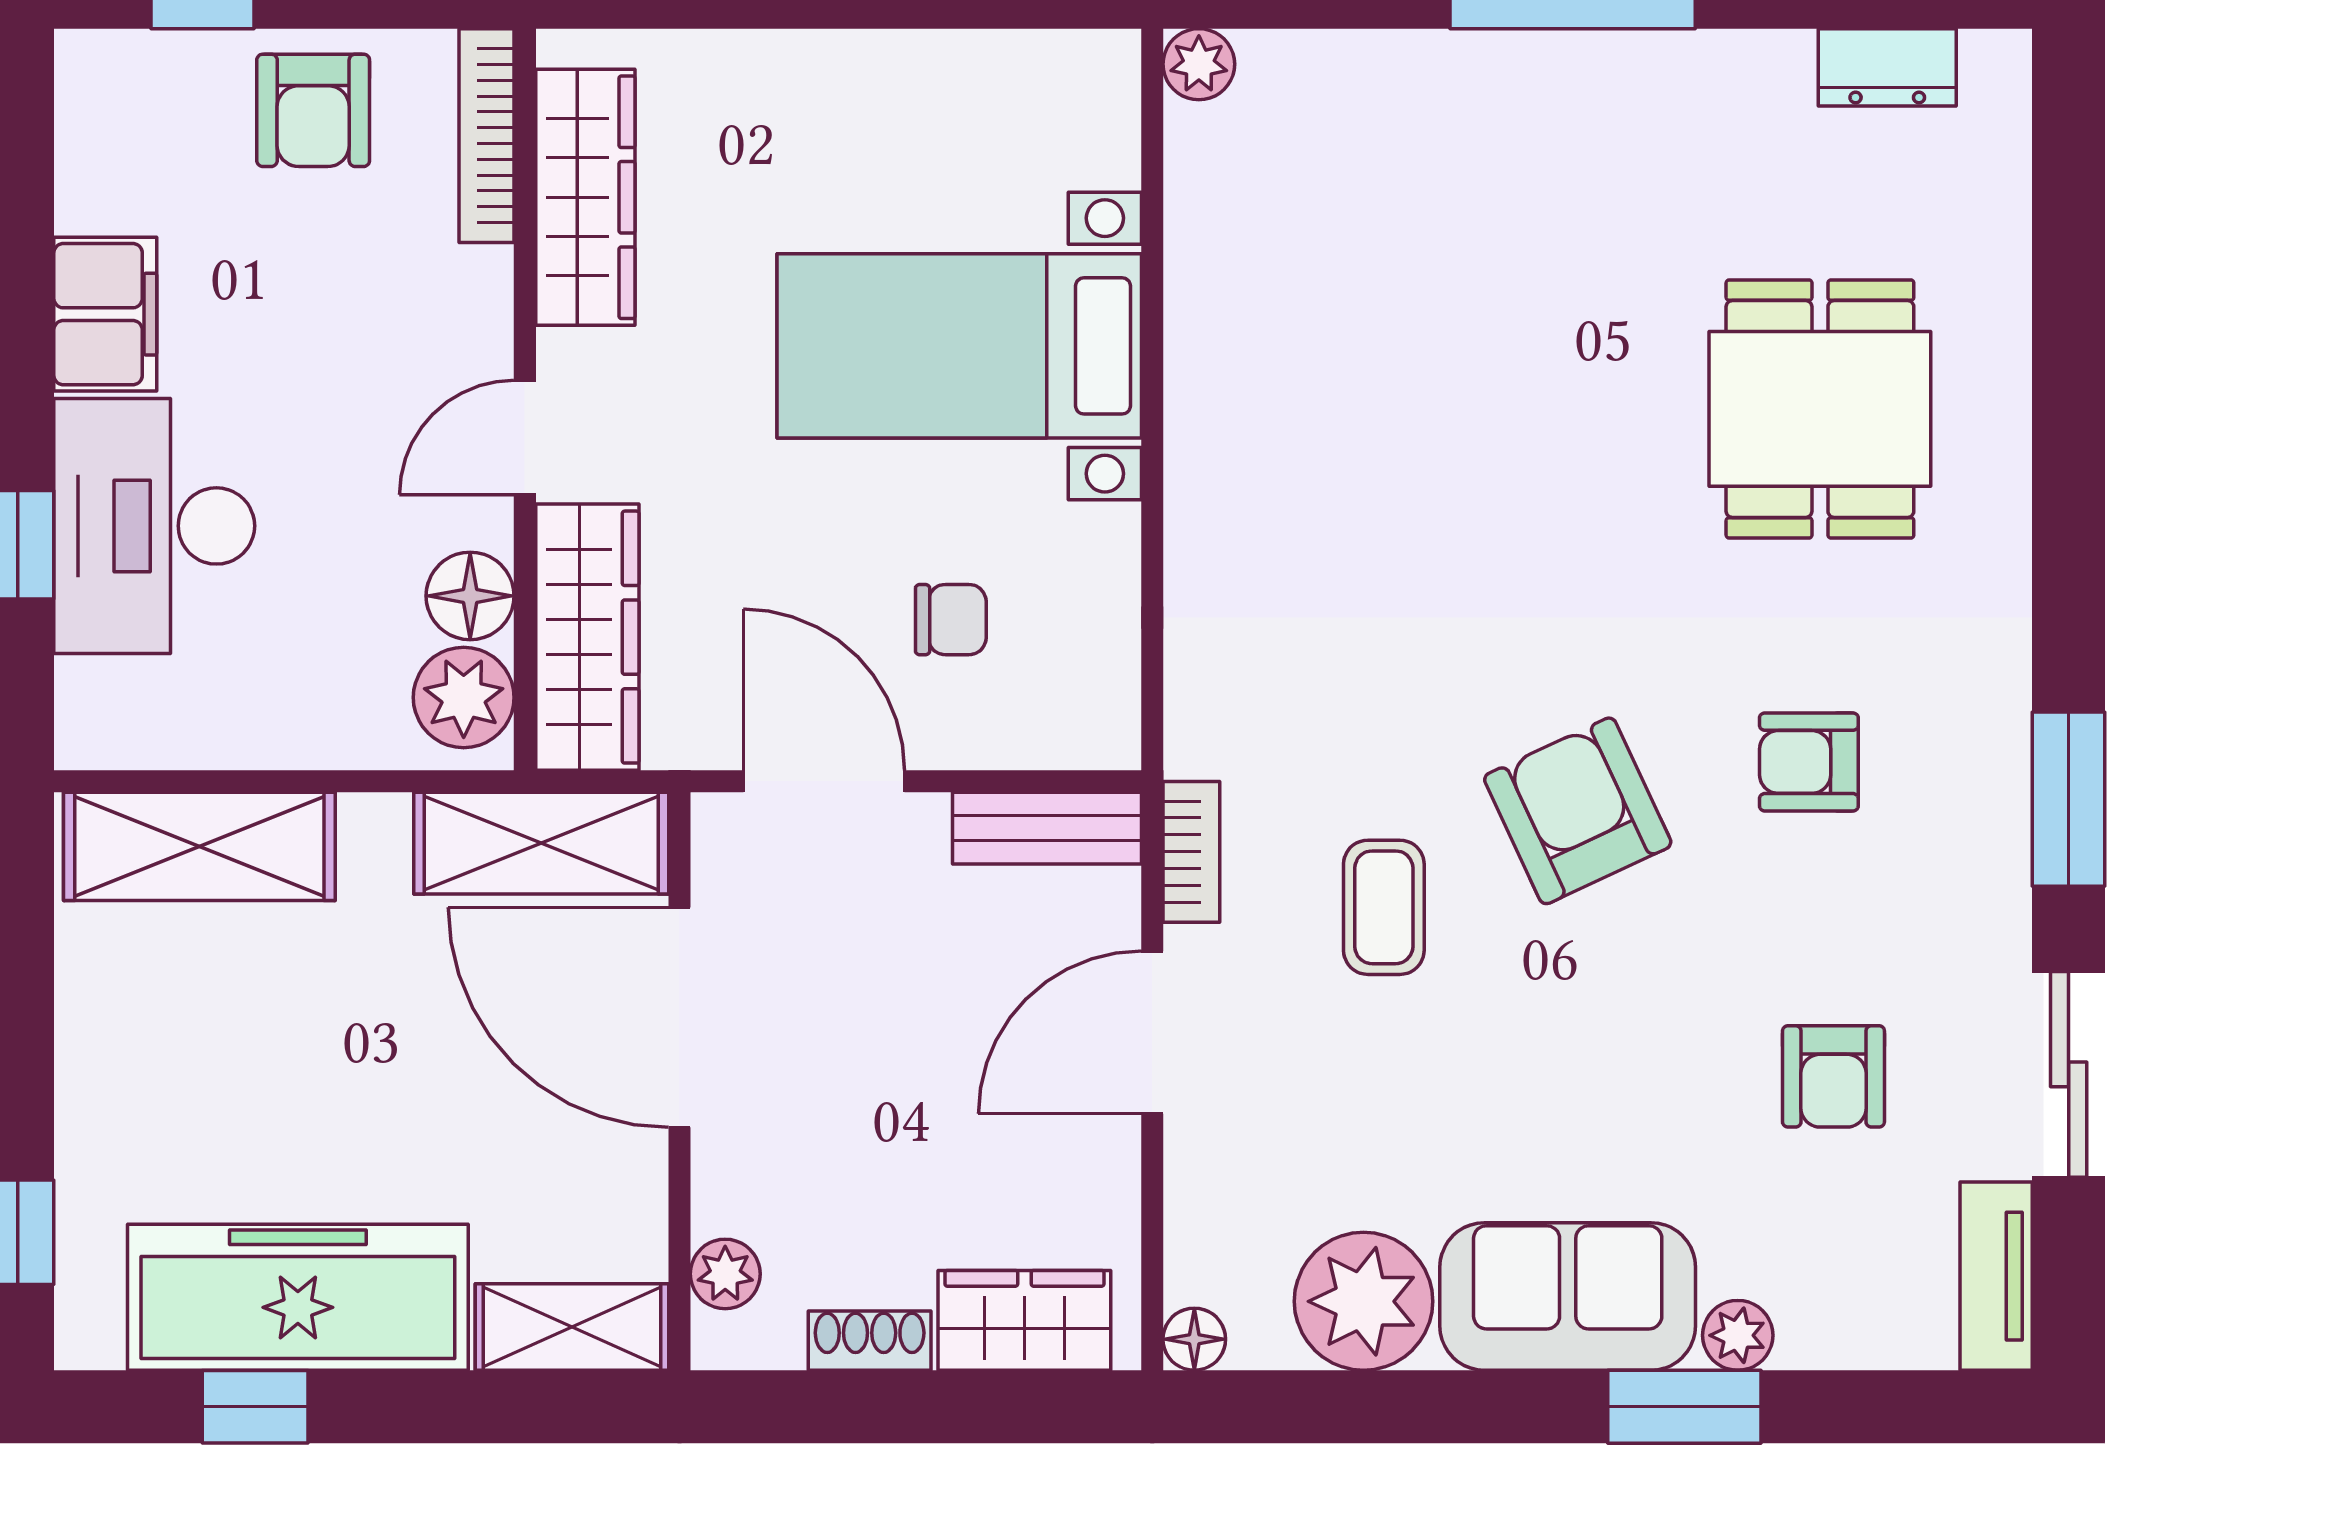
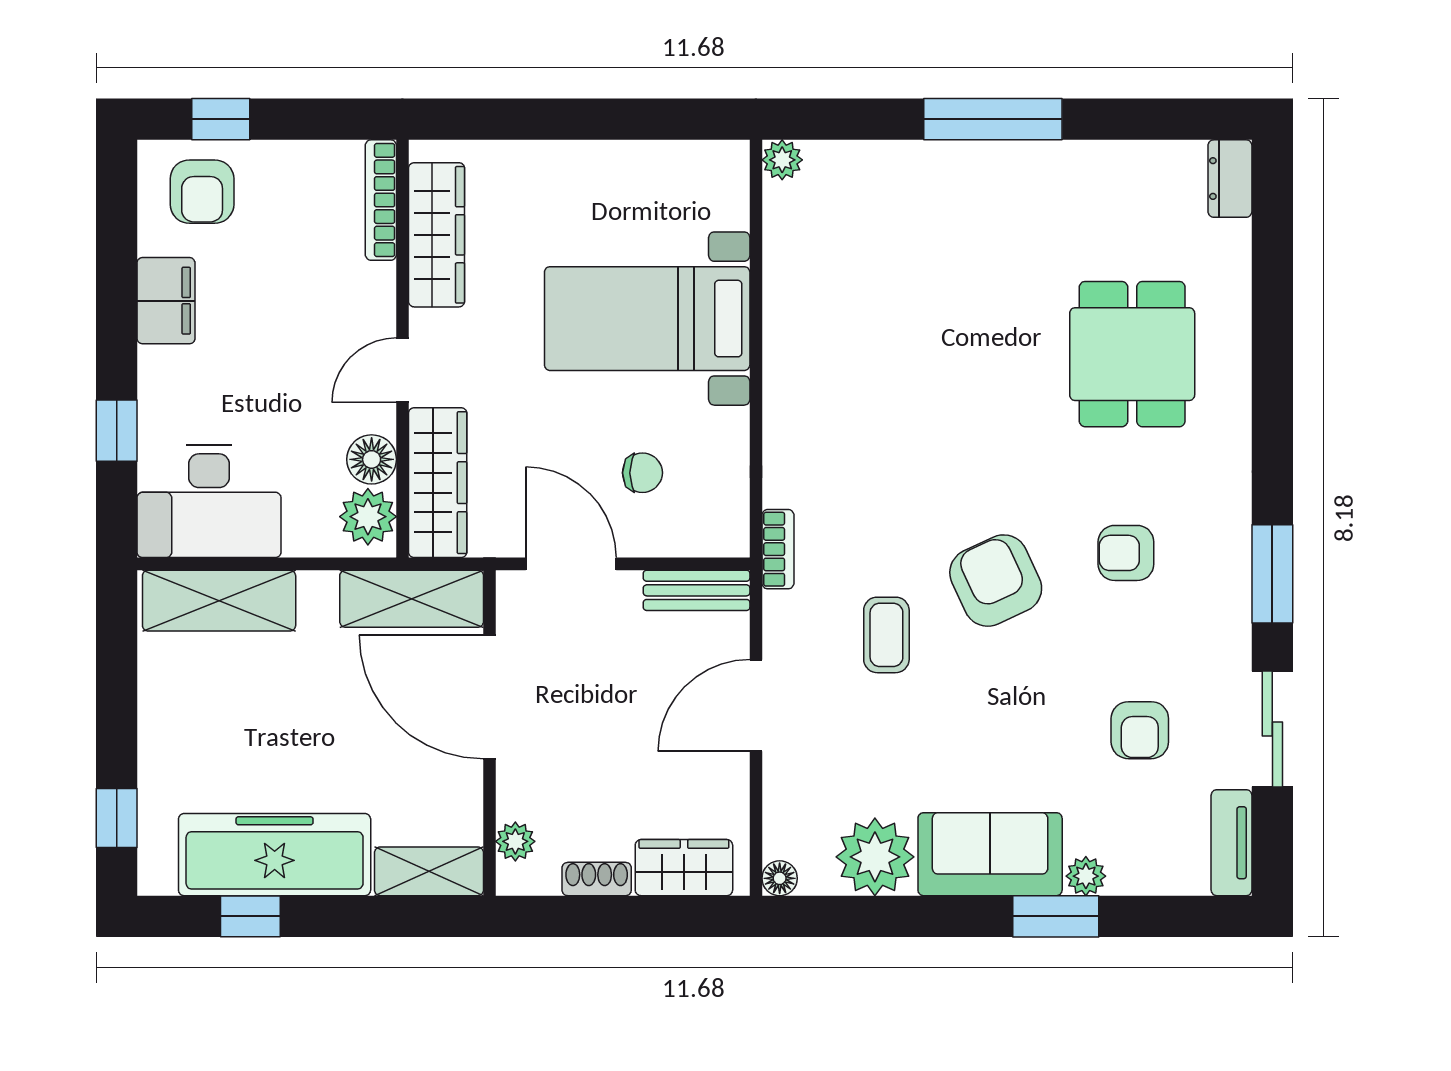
dresser: (1887, 67) -> (1230, 179), moved, turned 90
armchair: (313, 110) -> (202, 192), moved
desk: (154, 526) -> (209, 501), moved, turned -90
bookcase: (1191, 852) -> (778, 549), moved

